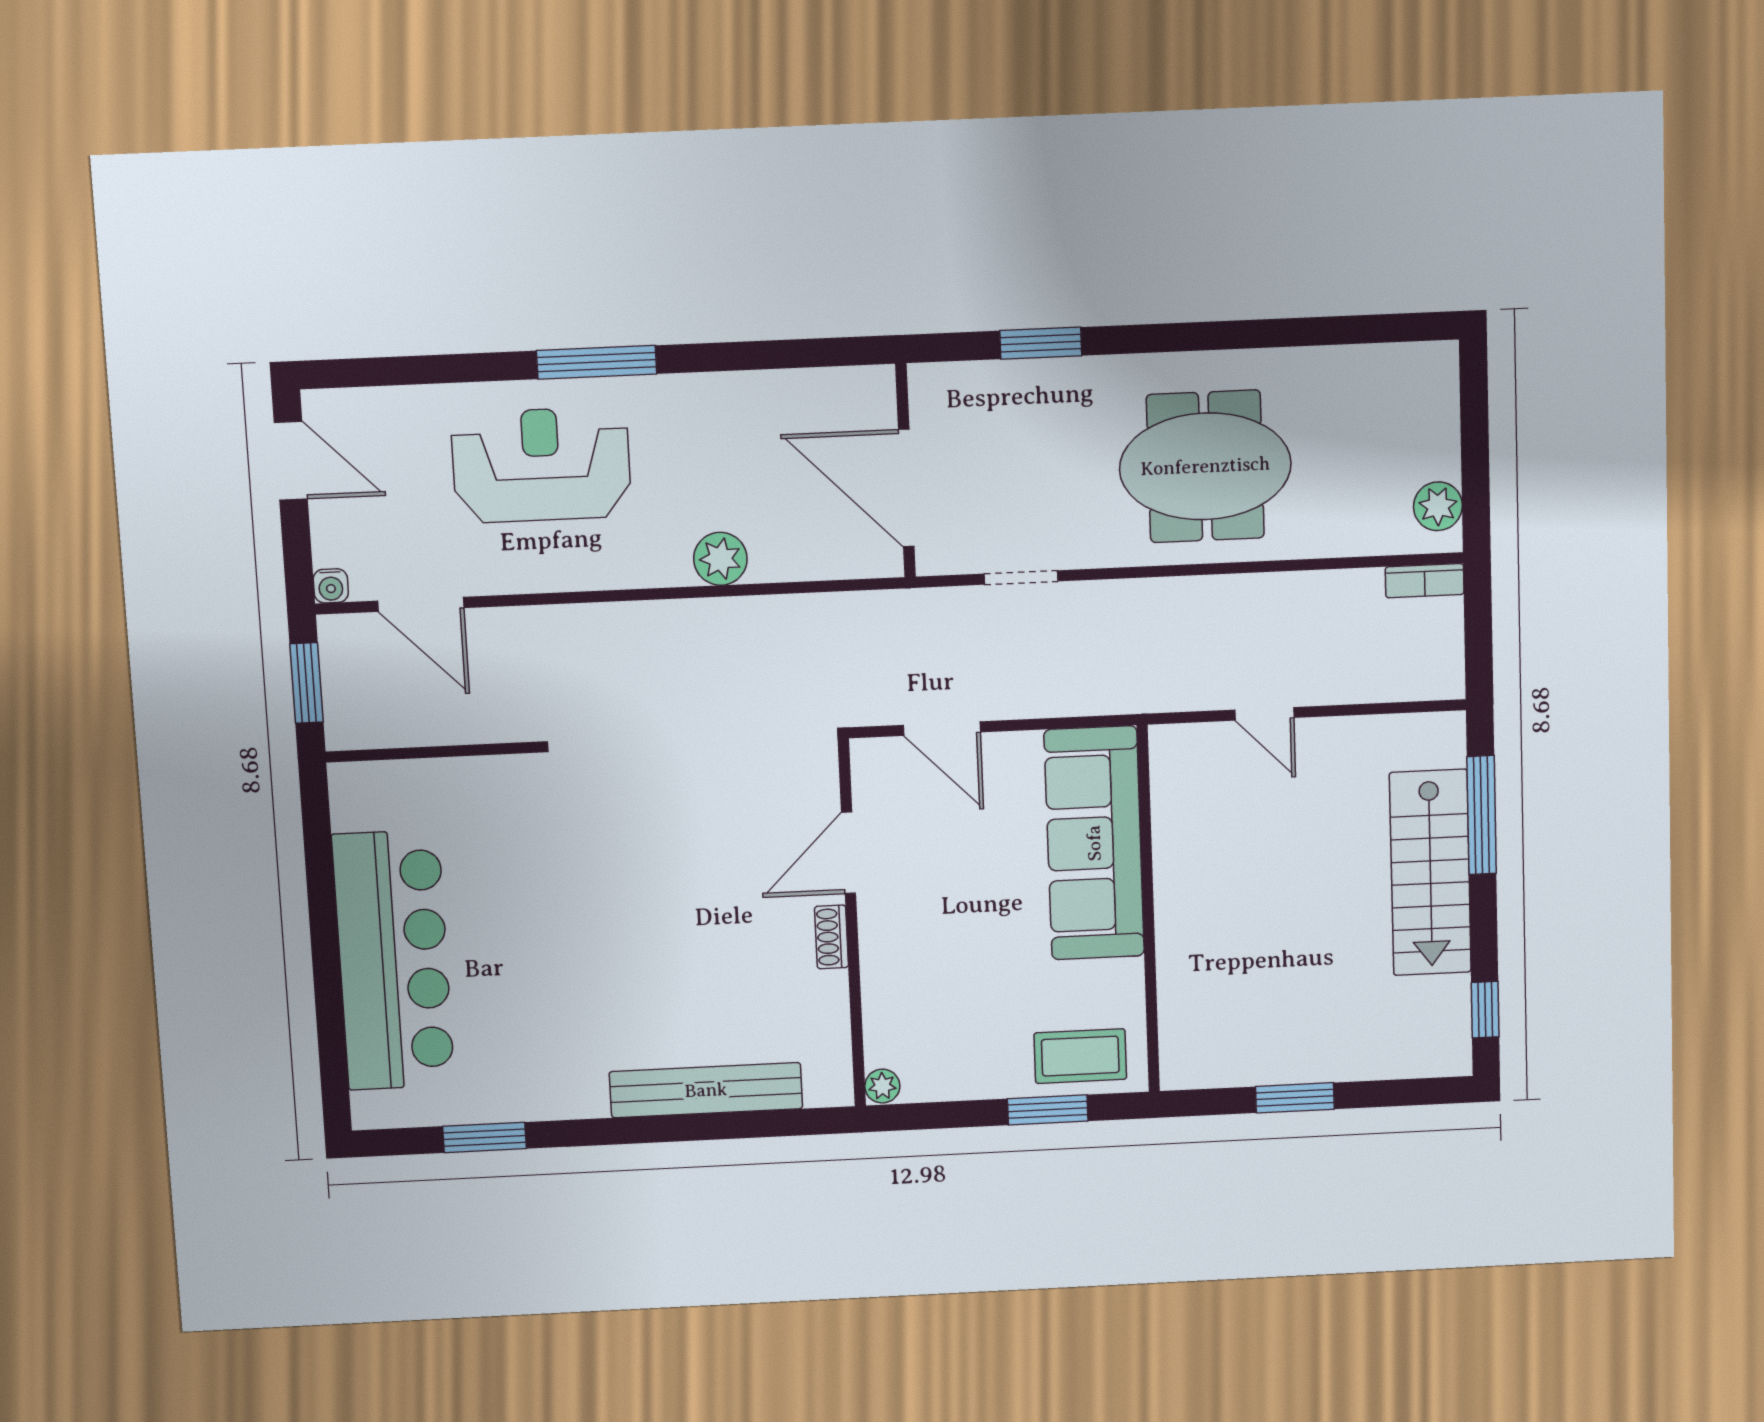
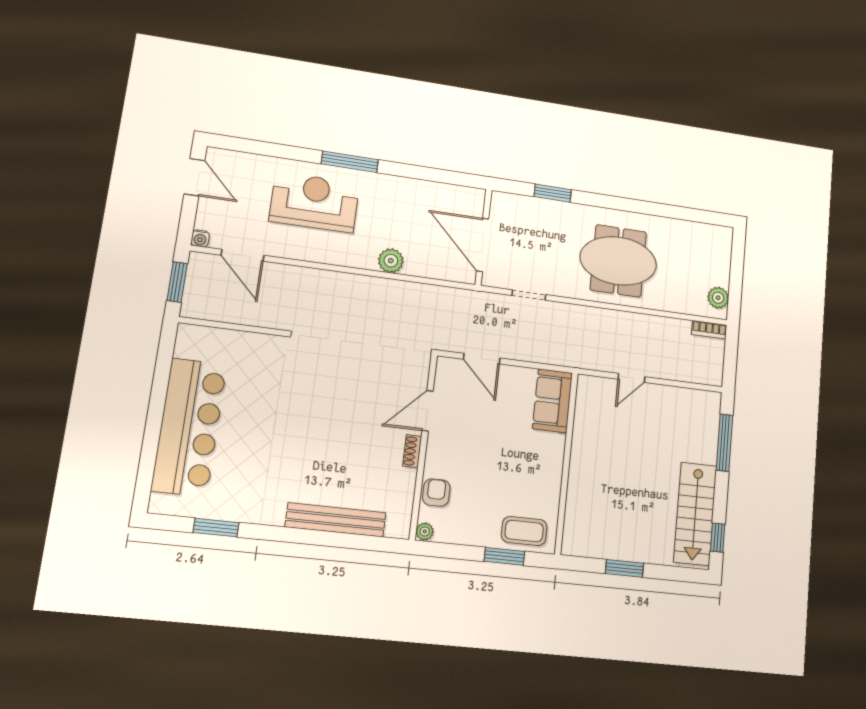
door: (1264, 714) -> (632, 378), hinge flipped
sofa: (1094, 843) -> (553, 401), width x0.54, depth x0.79
stairs: (1430, 873) -> (695, 514), moved
armchair: (893, 1009) -> (436, 493), added

